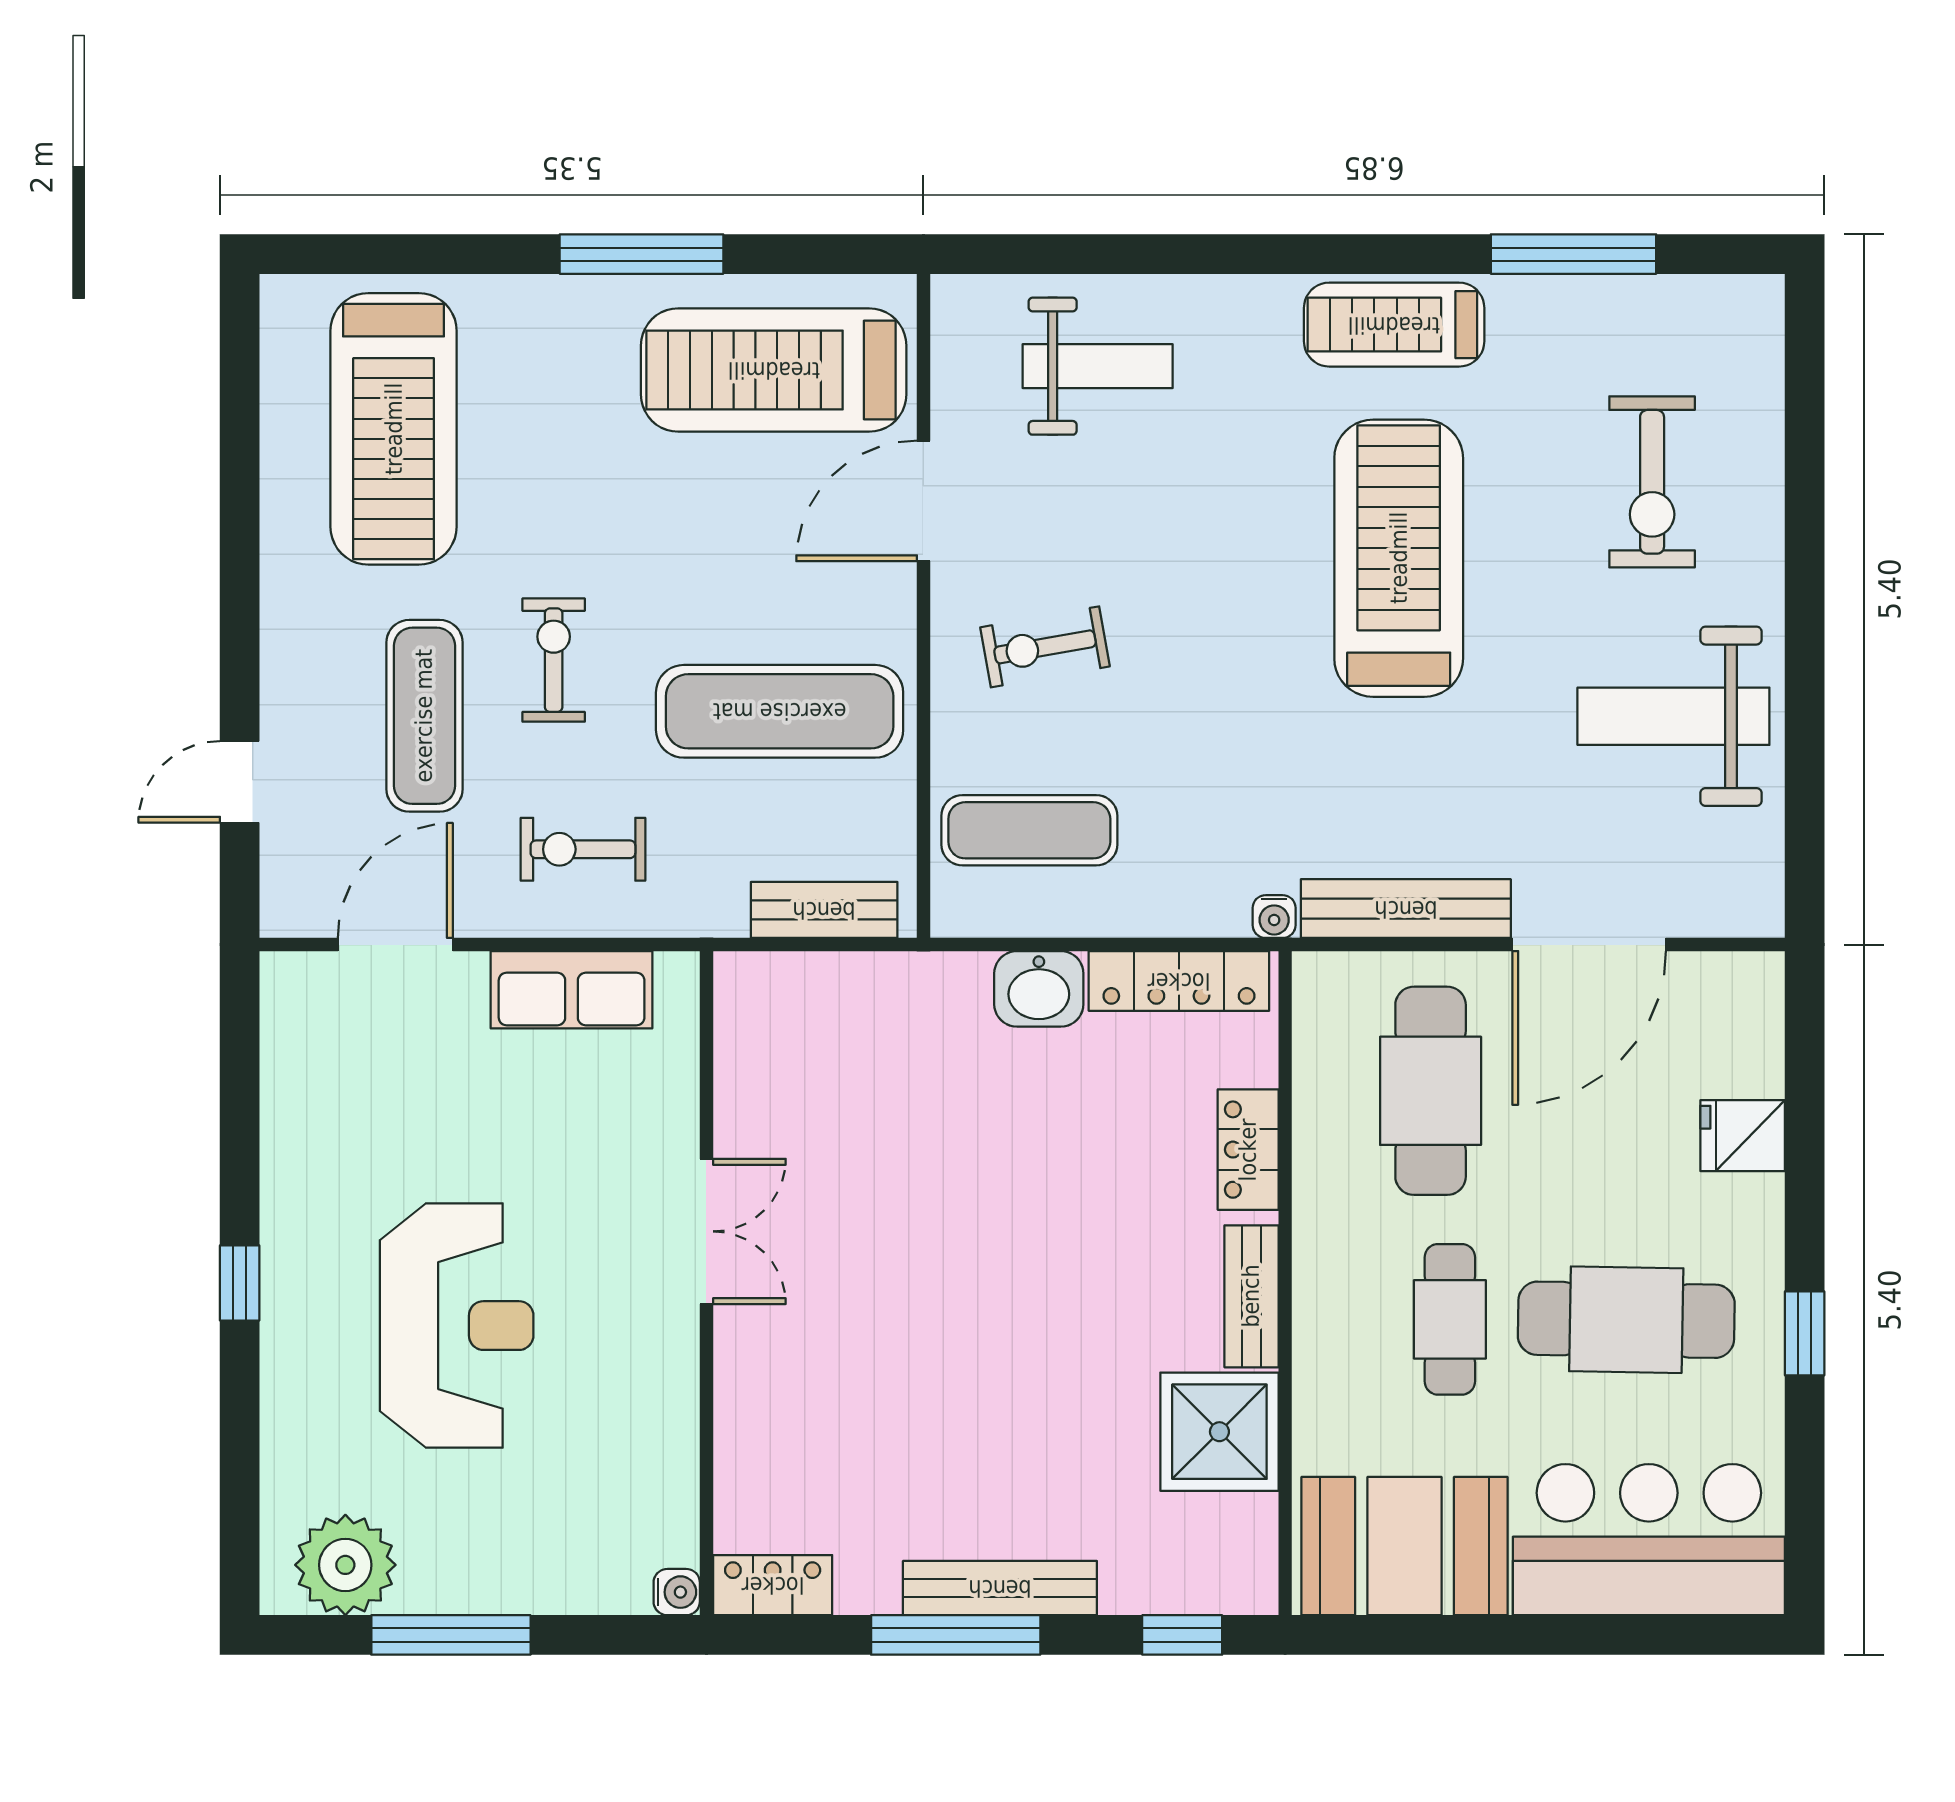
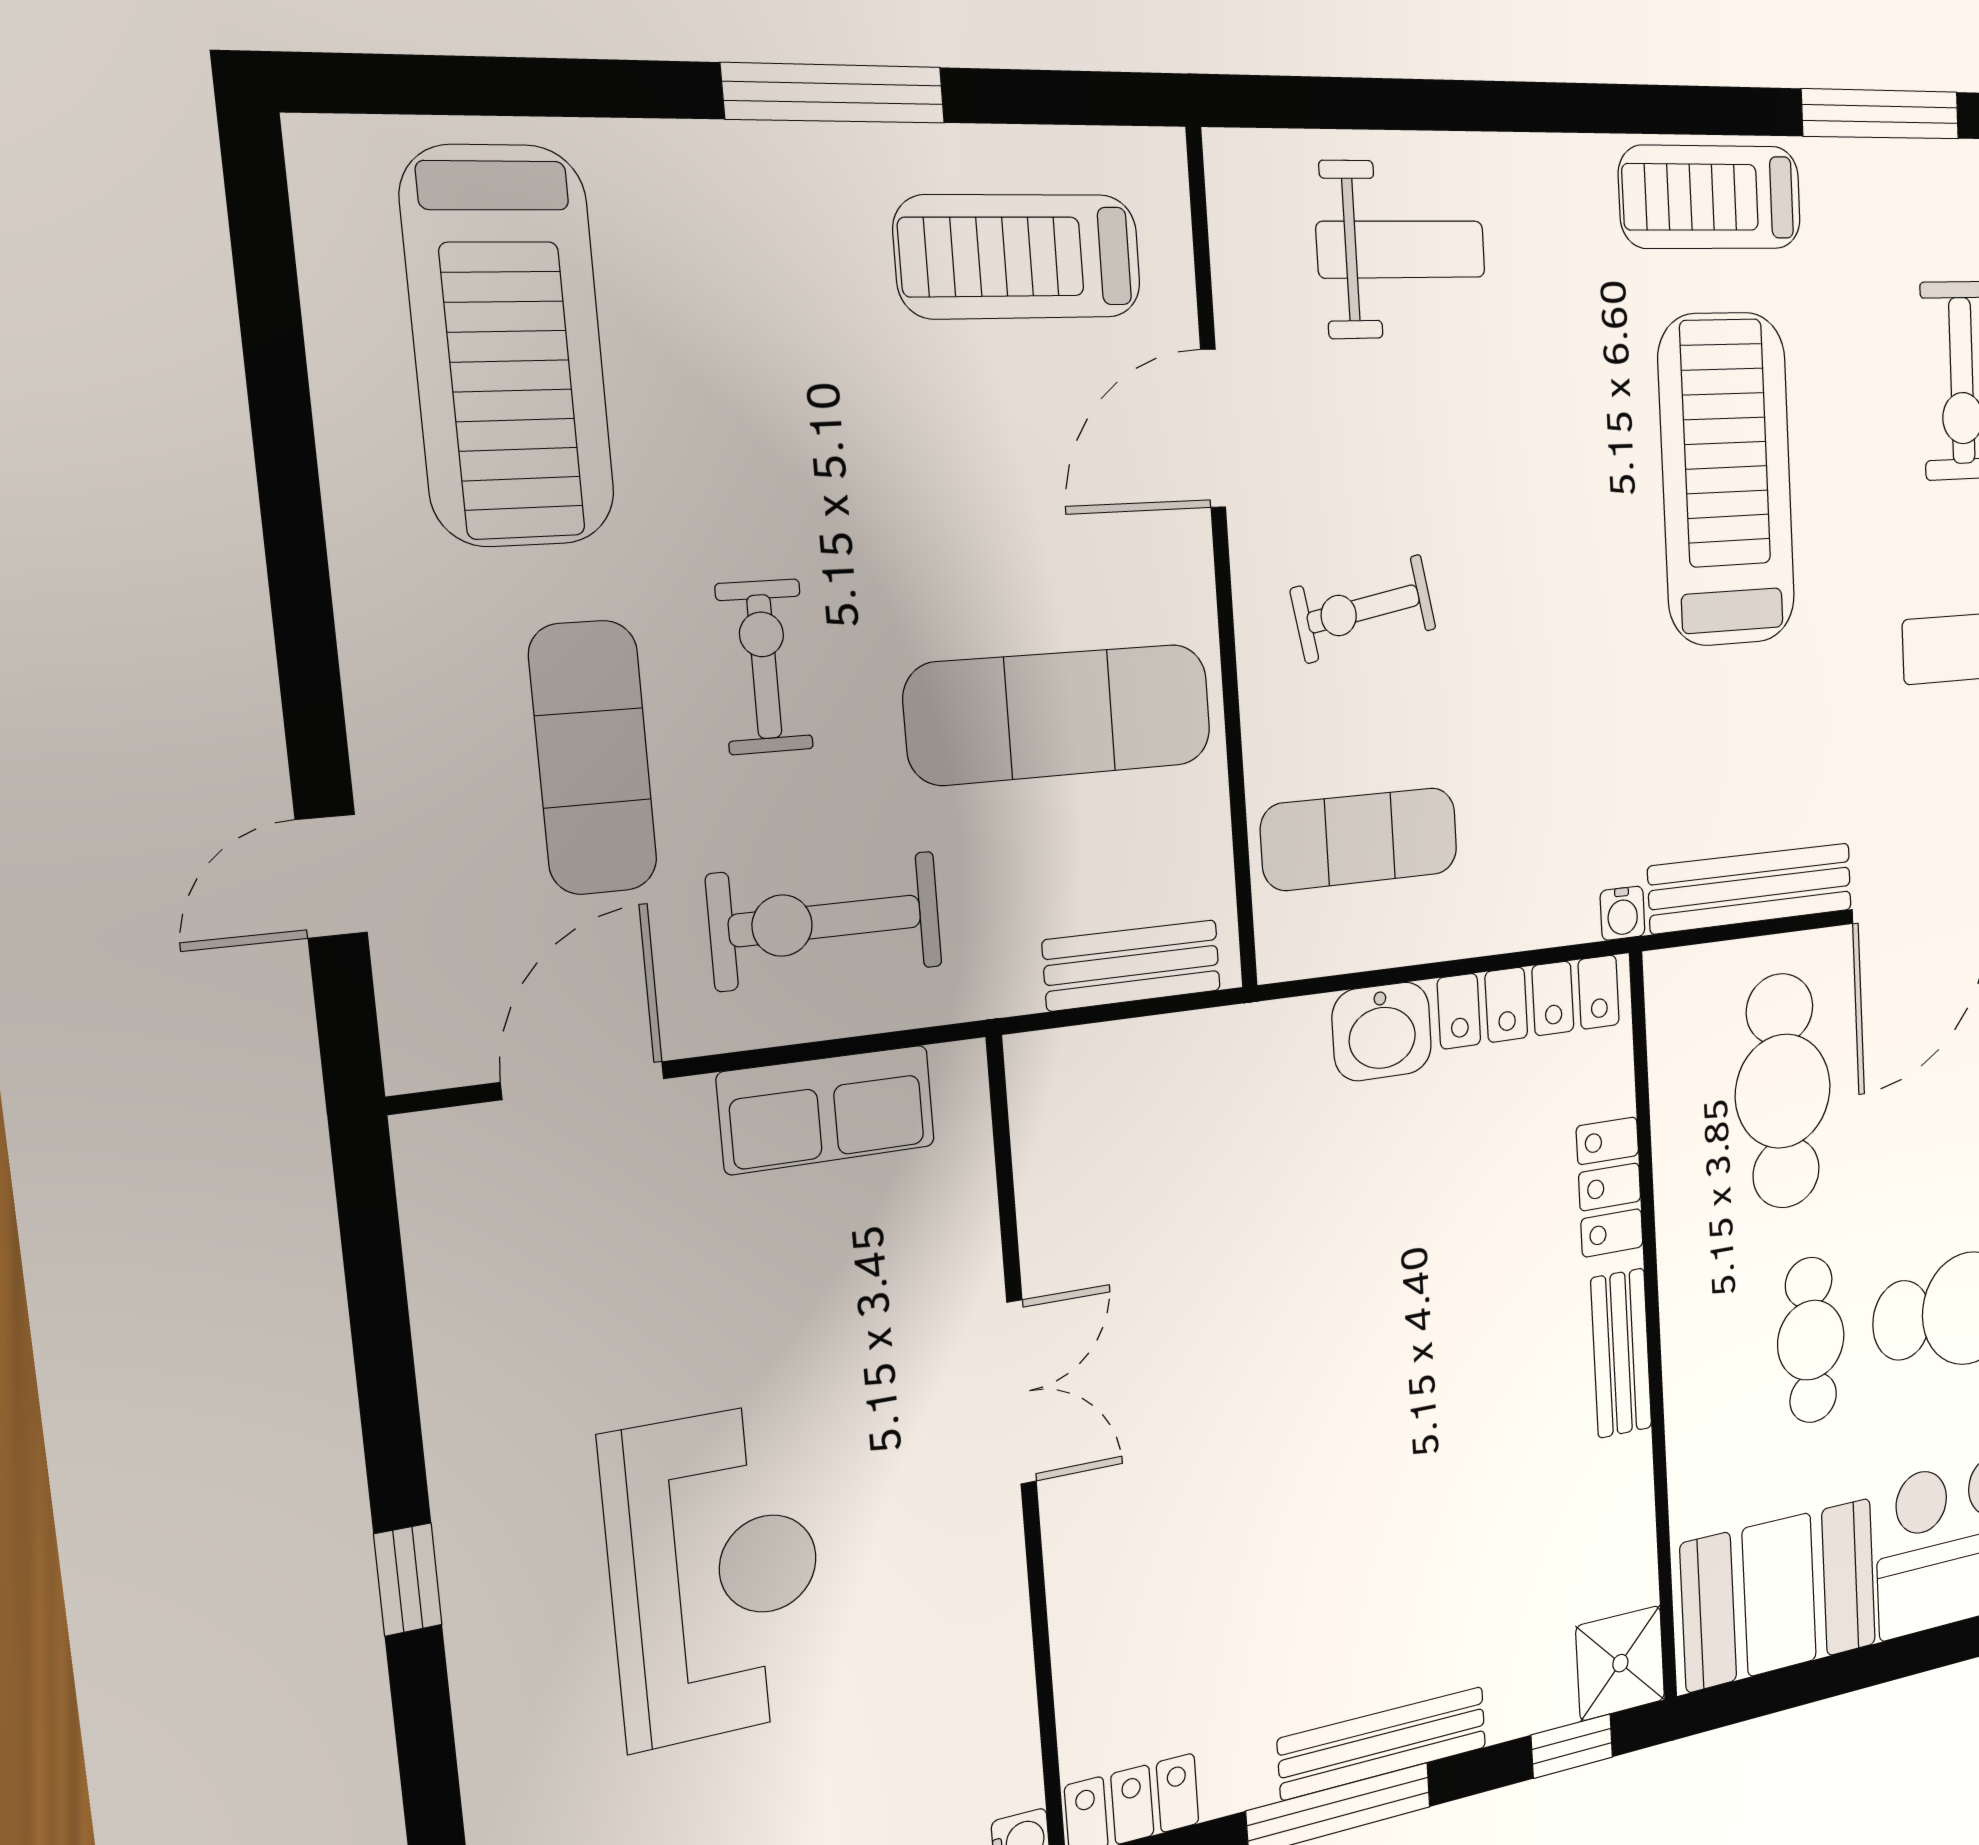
treadmill: (774, 370) -> (1019, 257), width x0.73, depth x0.73
exercise bike: (583, 849) -> (826, 921), width x1.38, depth x1.39
shower: (1219, 1432) -> (1620, 1663), moved, width x0.73, depth x0.73

